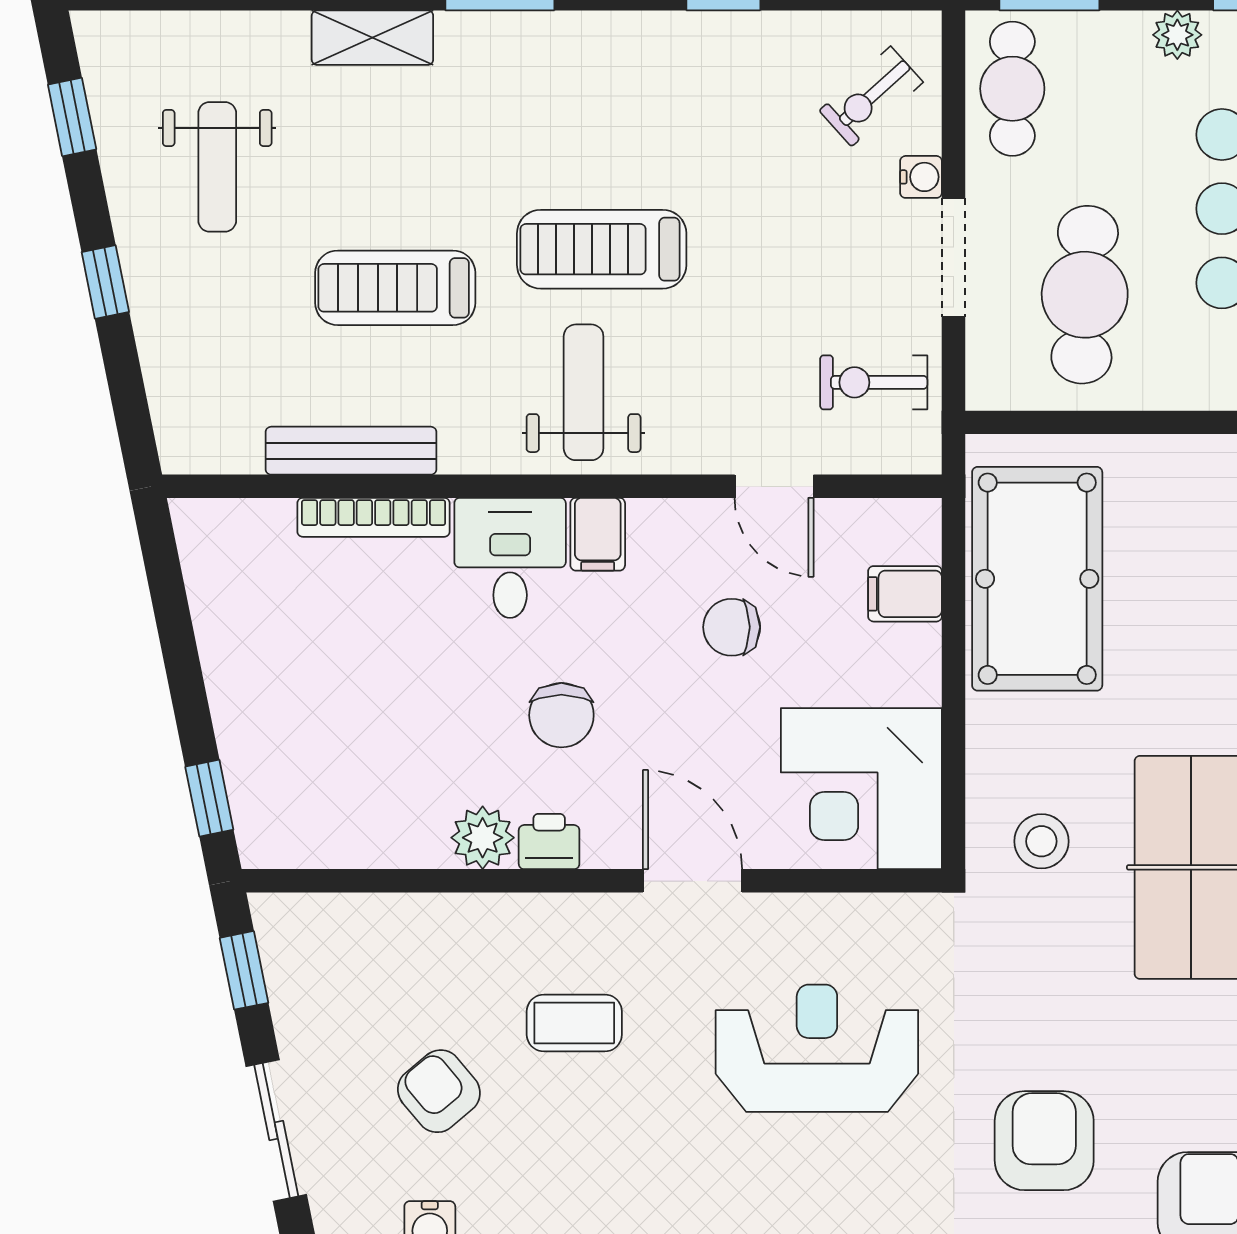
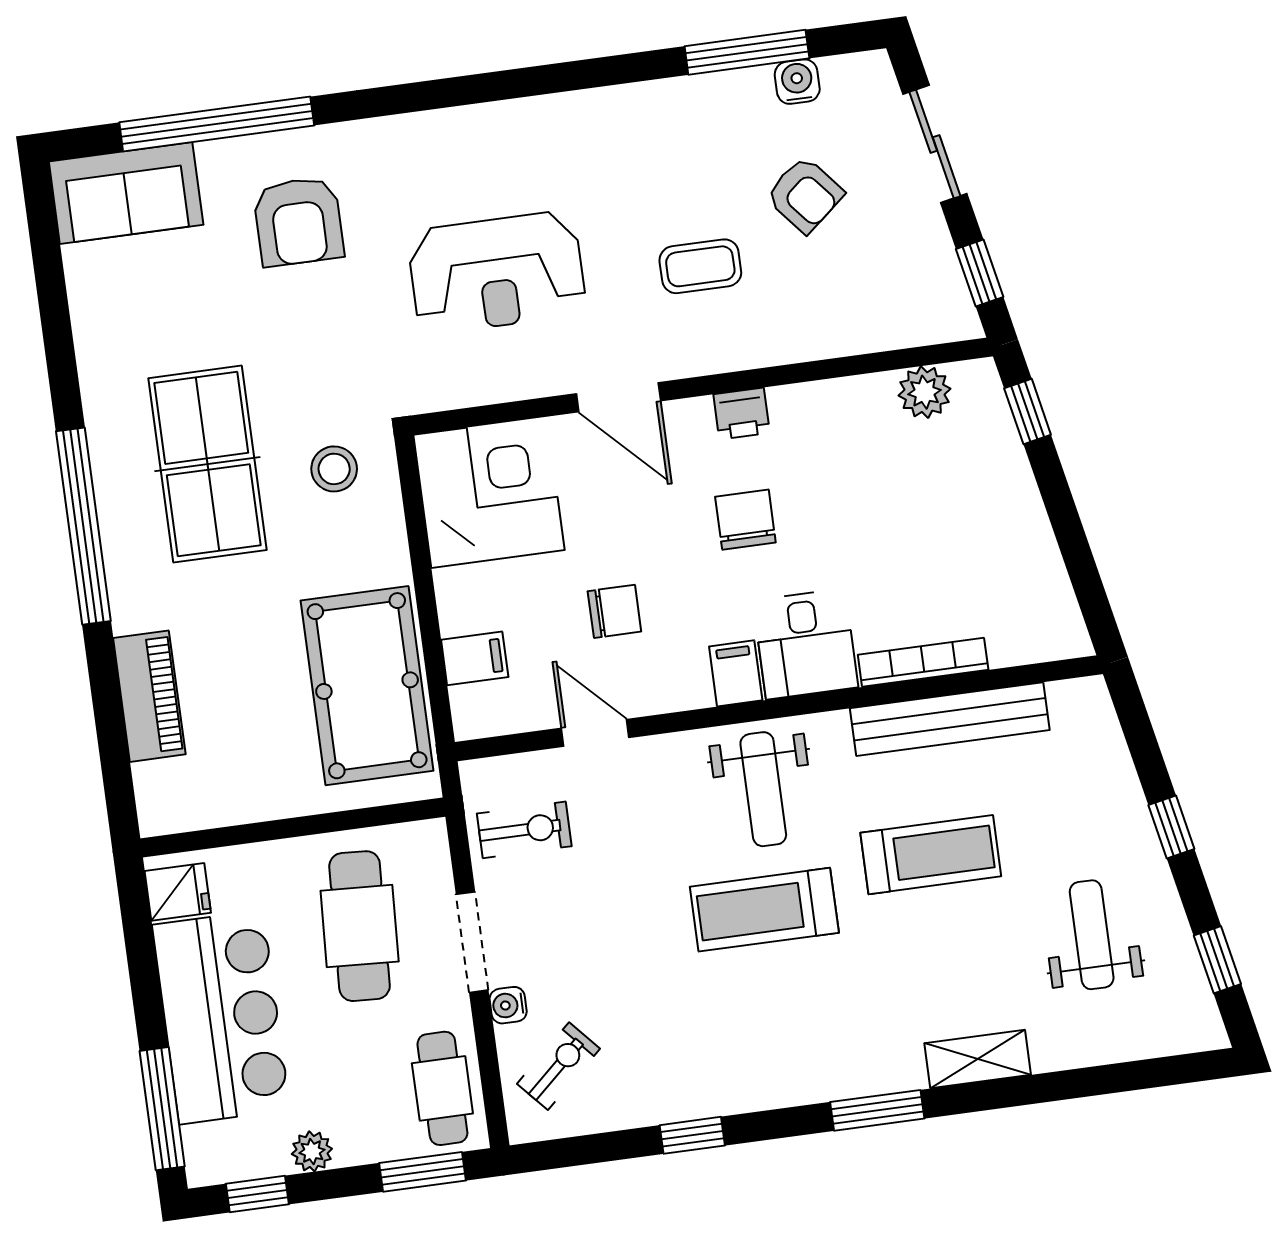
treadmill: (602, 249) -> (764, 910), turned 180
bench: (351, 451) -> (950, 719), width x1.37, depth x1.21
plant: (483, 838) -> (924, 392), moved

